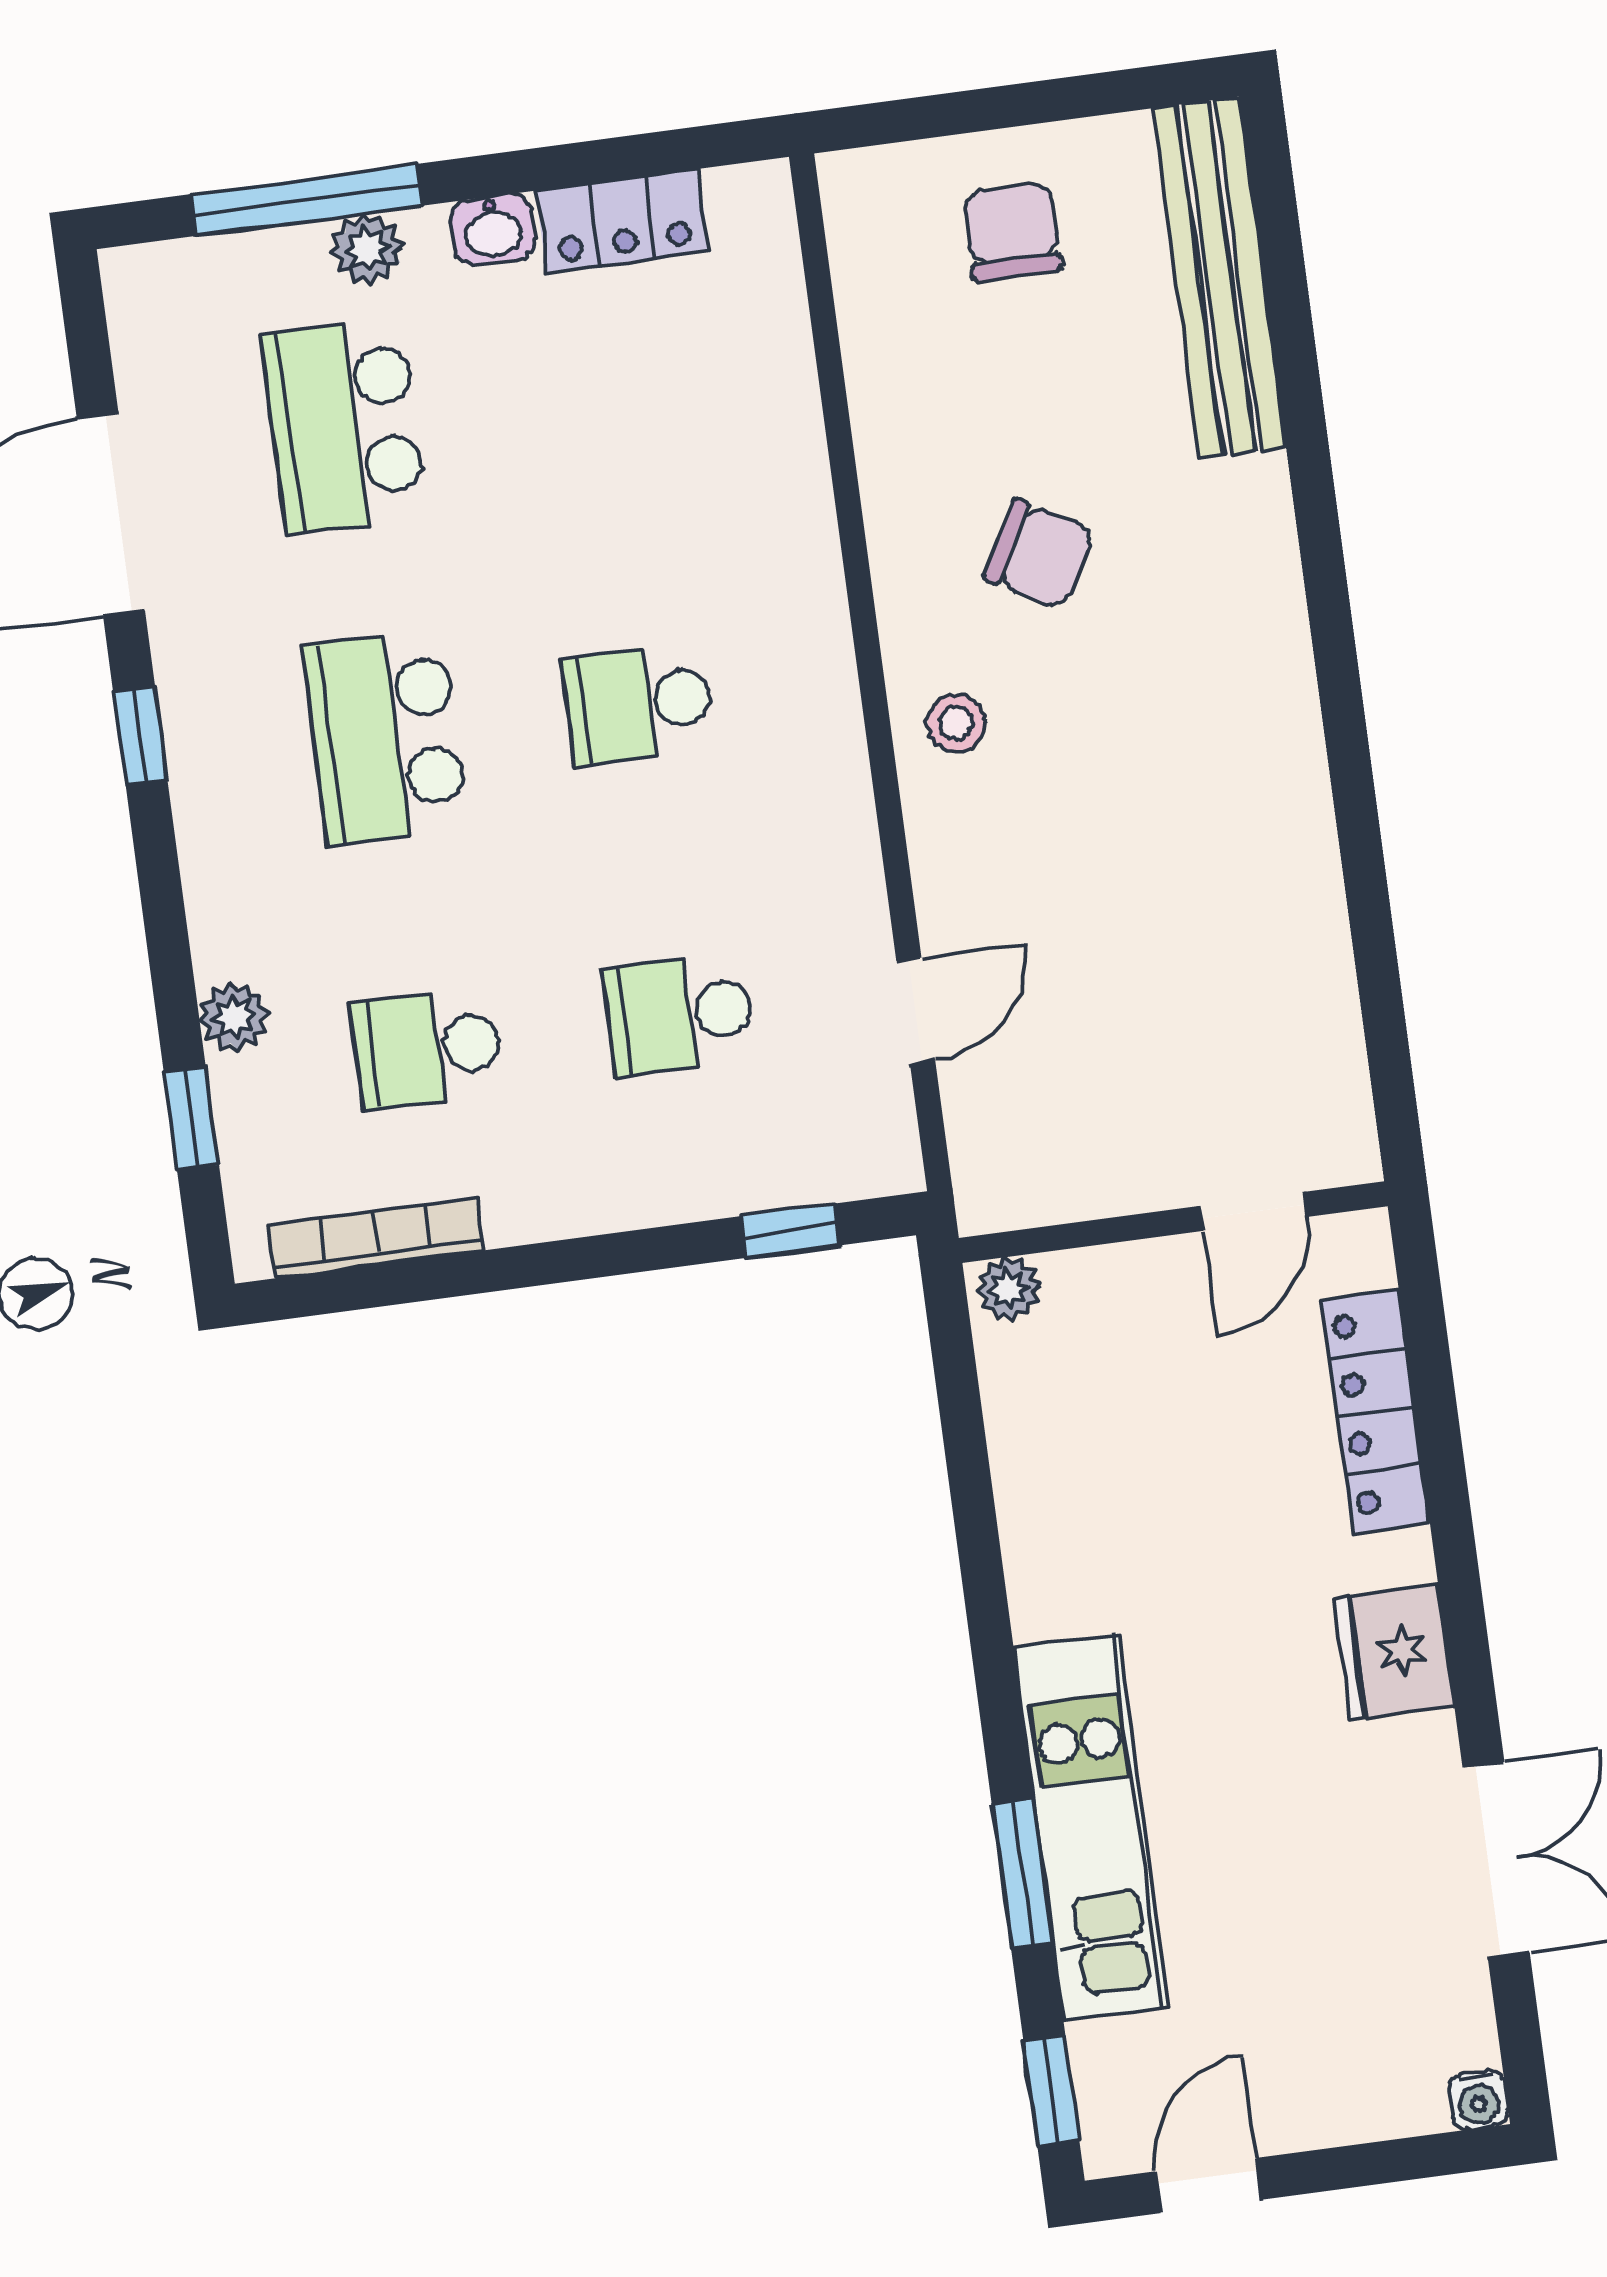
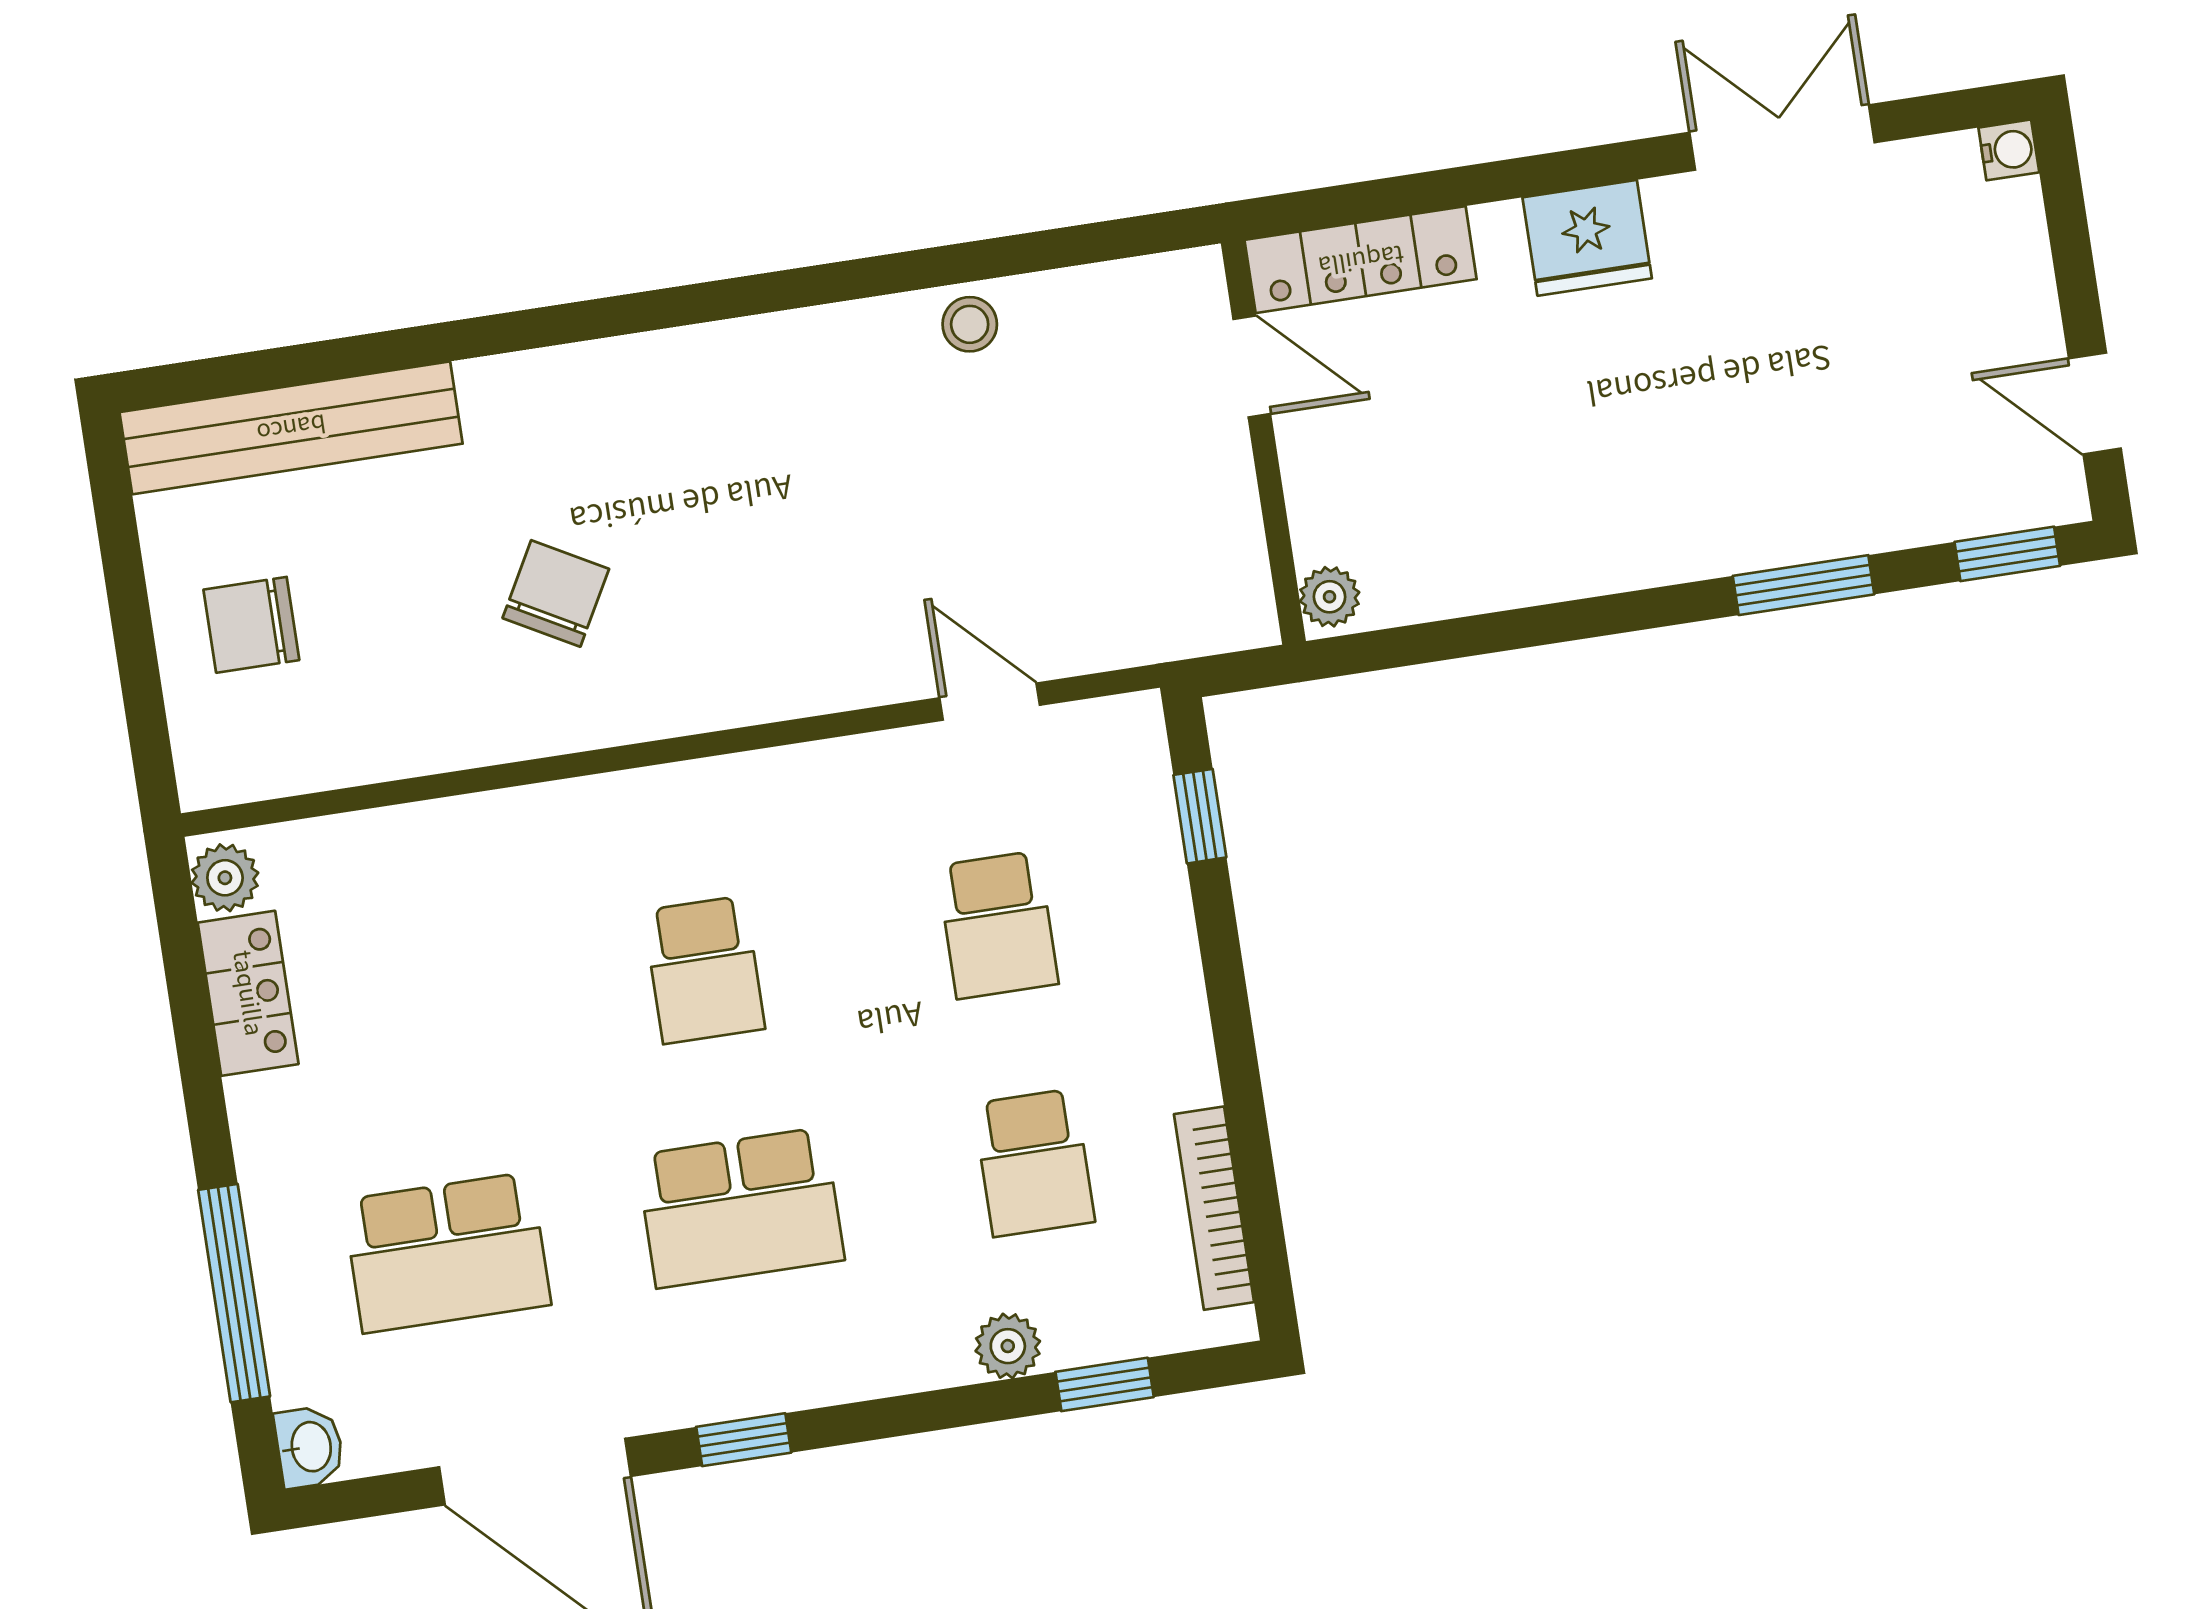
washbasin: (493, 230) -> (309, 1447), moved
plant: (367, 249) -> (225, 878), moved
stool: (956, 723) -> (970, 324), moved
door: (1254, 1211) -> (1252, 366), moved
wall: (1173, 1222) -> (1263, 442), moved
plant: (1009, 1289) -> (1330, 597), moved
kitchen unit: (1091, 1827) -> (1758, 521), removed

